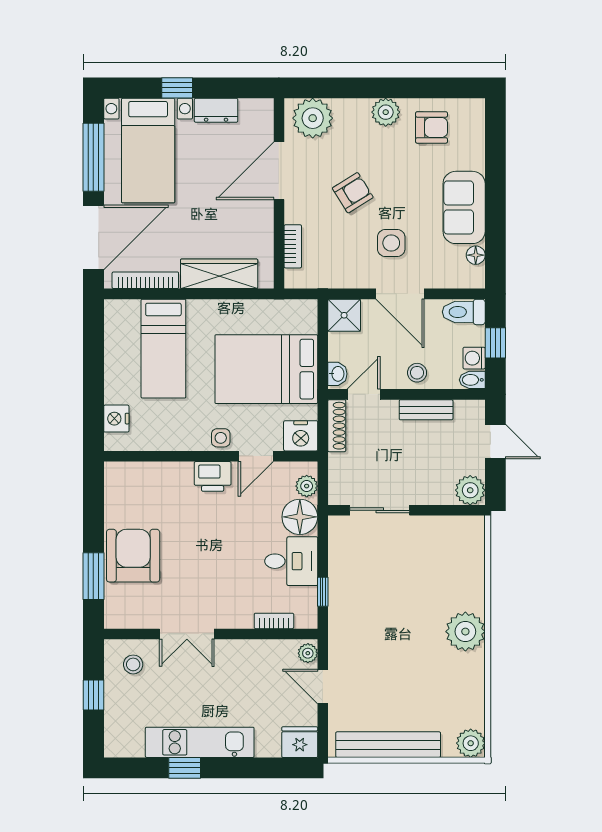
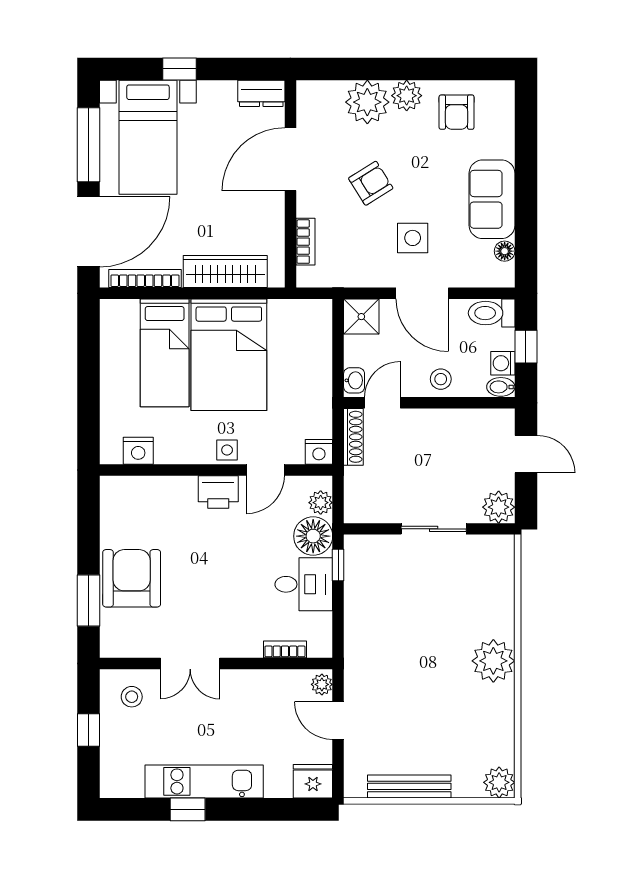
dresser: (216, 110) -> (261, 93), moved
plant: (313, 118) -> (367, 102), moved
armchair: (432, 127) -> (457, 112), turned 90
bed: (266, 369) -> (229, 355), moved, turned -90
bench: (426, 410) -> (451, 419), removed
nightstand: (116, 419) -> (138, 451), moved, turned -90
nightstand: (301, 436) -> (319, 452), width x0.74, depth x0.75
sliding door: (380, 510) -> (434, 529), moved
window: (323, 592) -> (338, 565), moved
bench: (388, 745) -> (409, 786), width x0.73, depth x0.82

